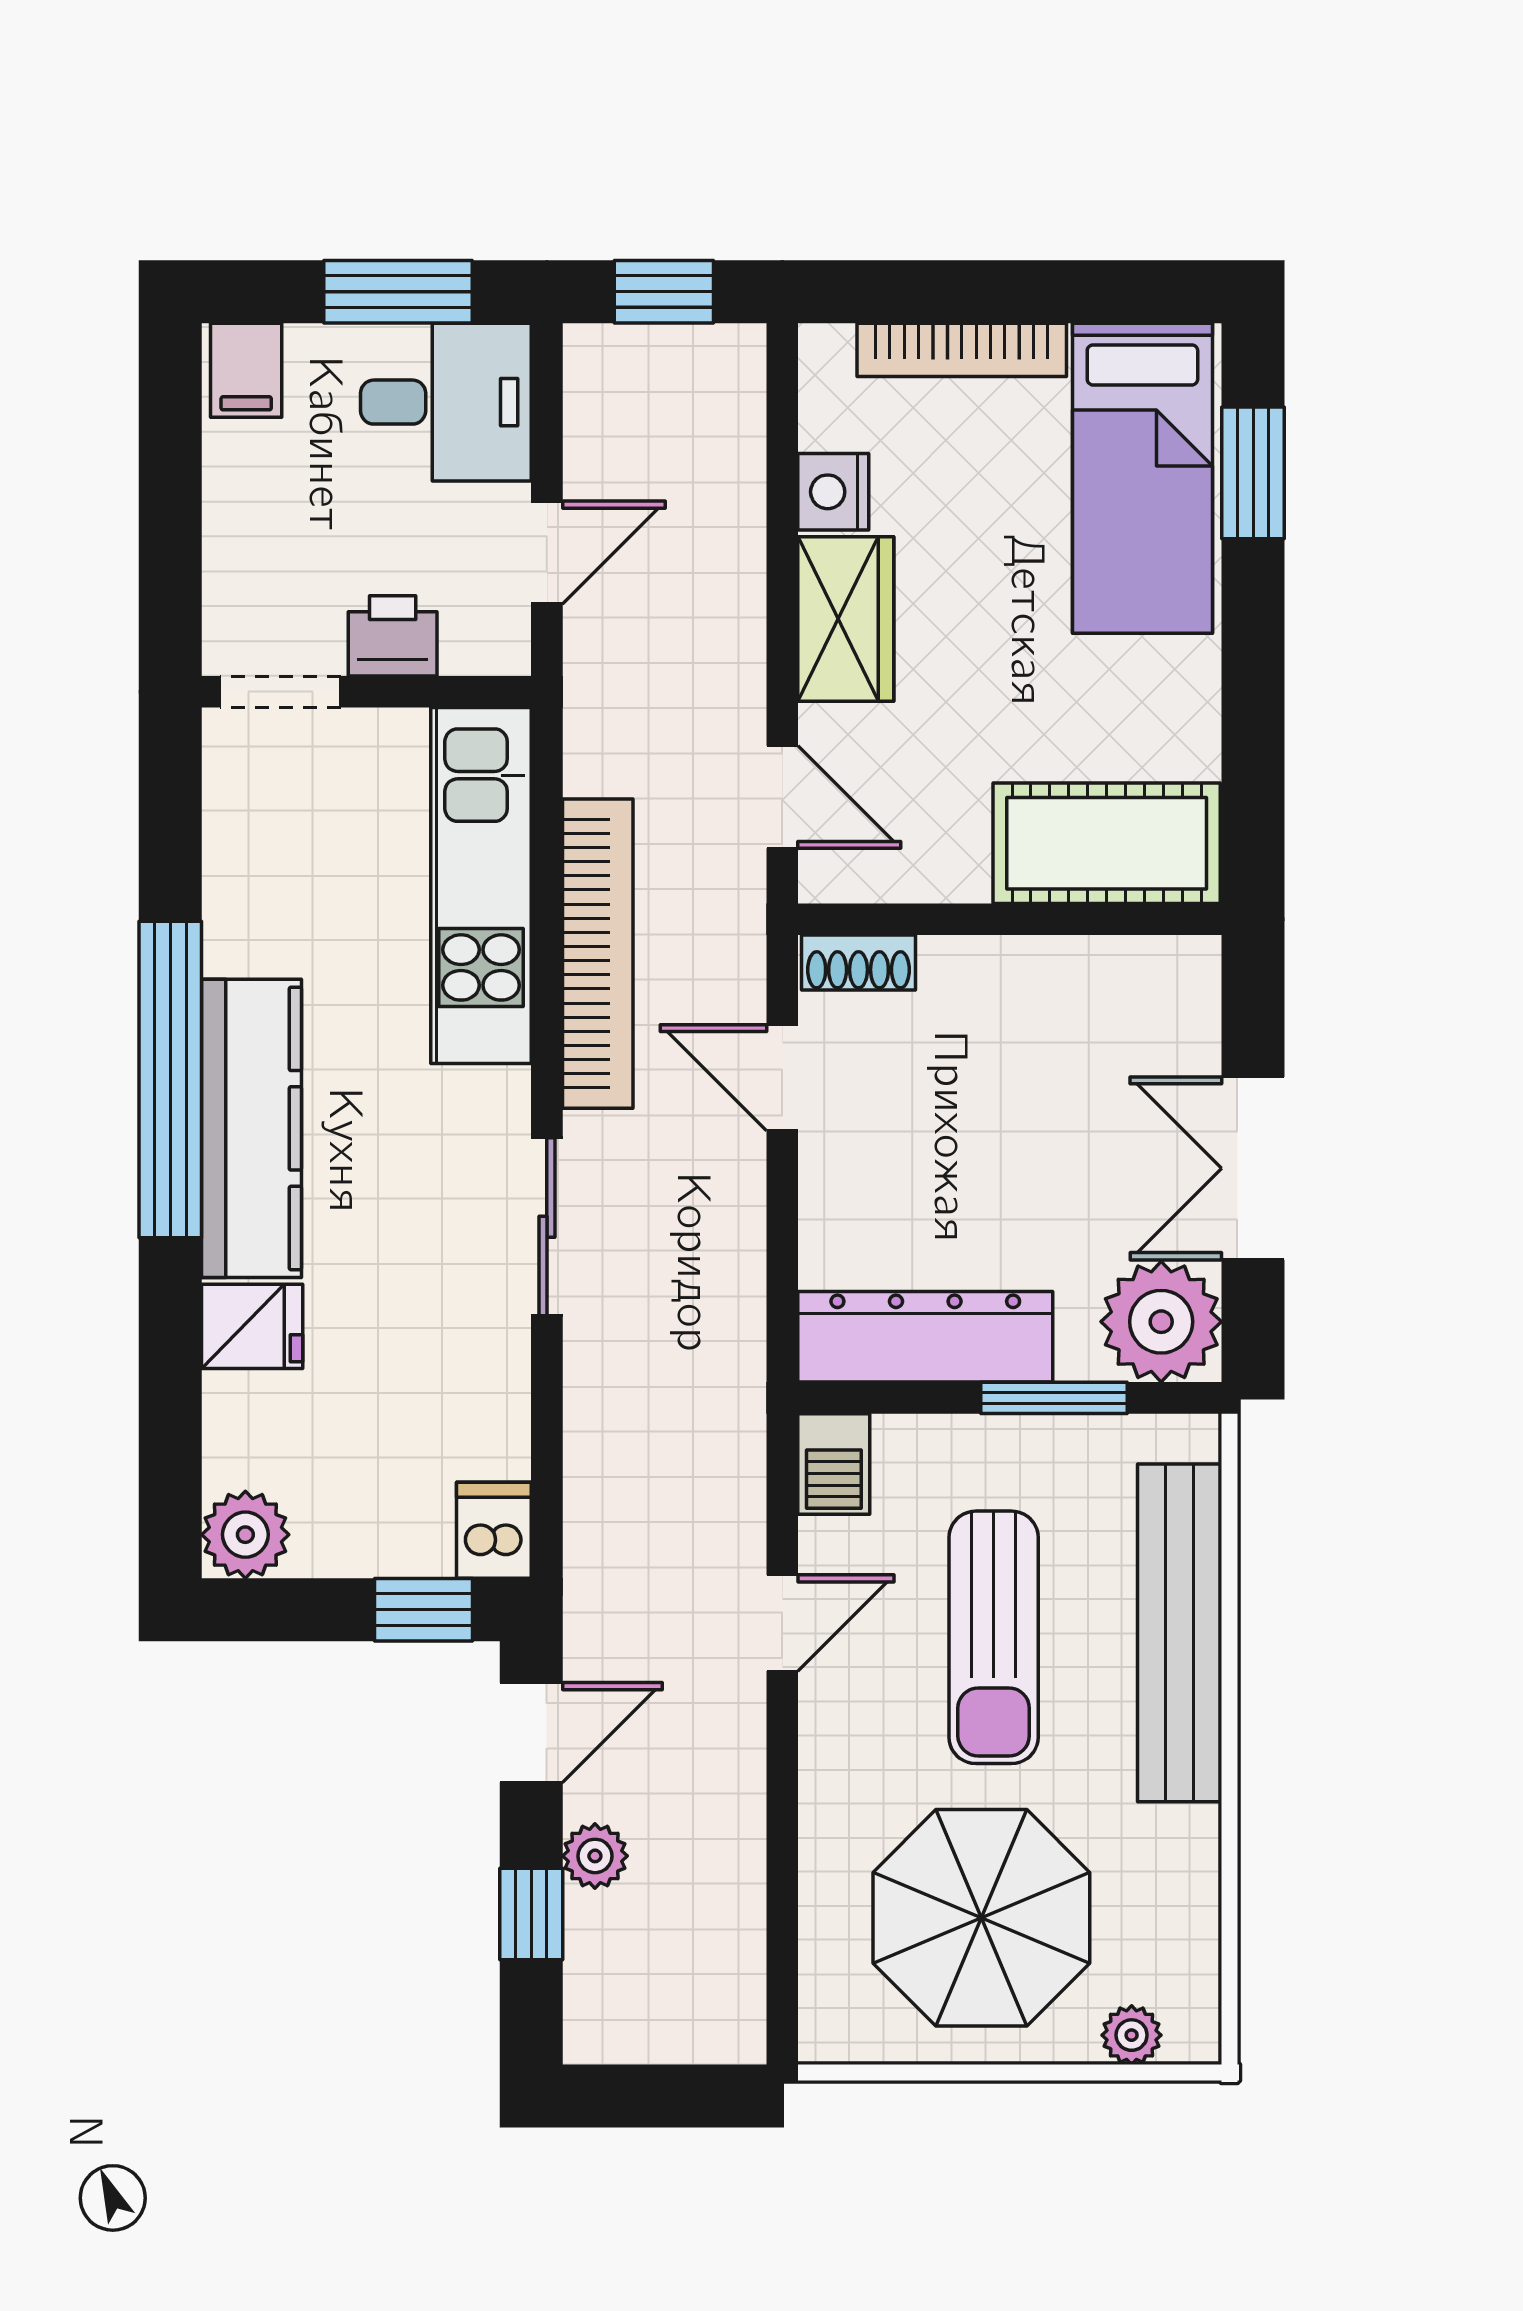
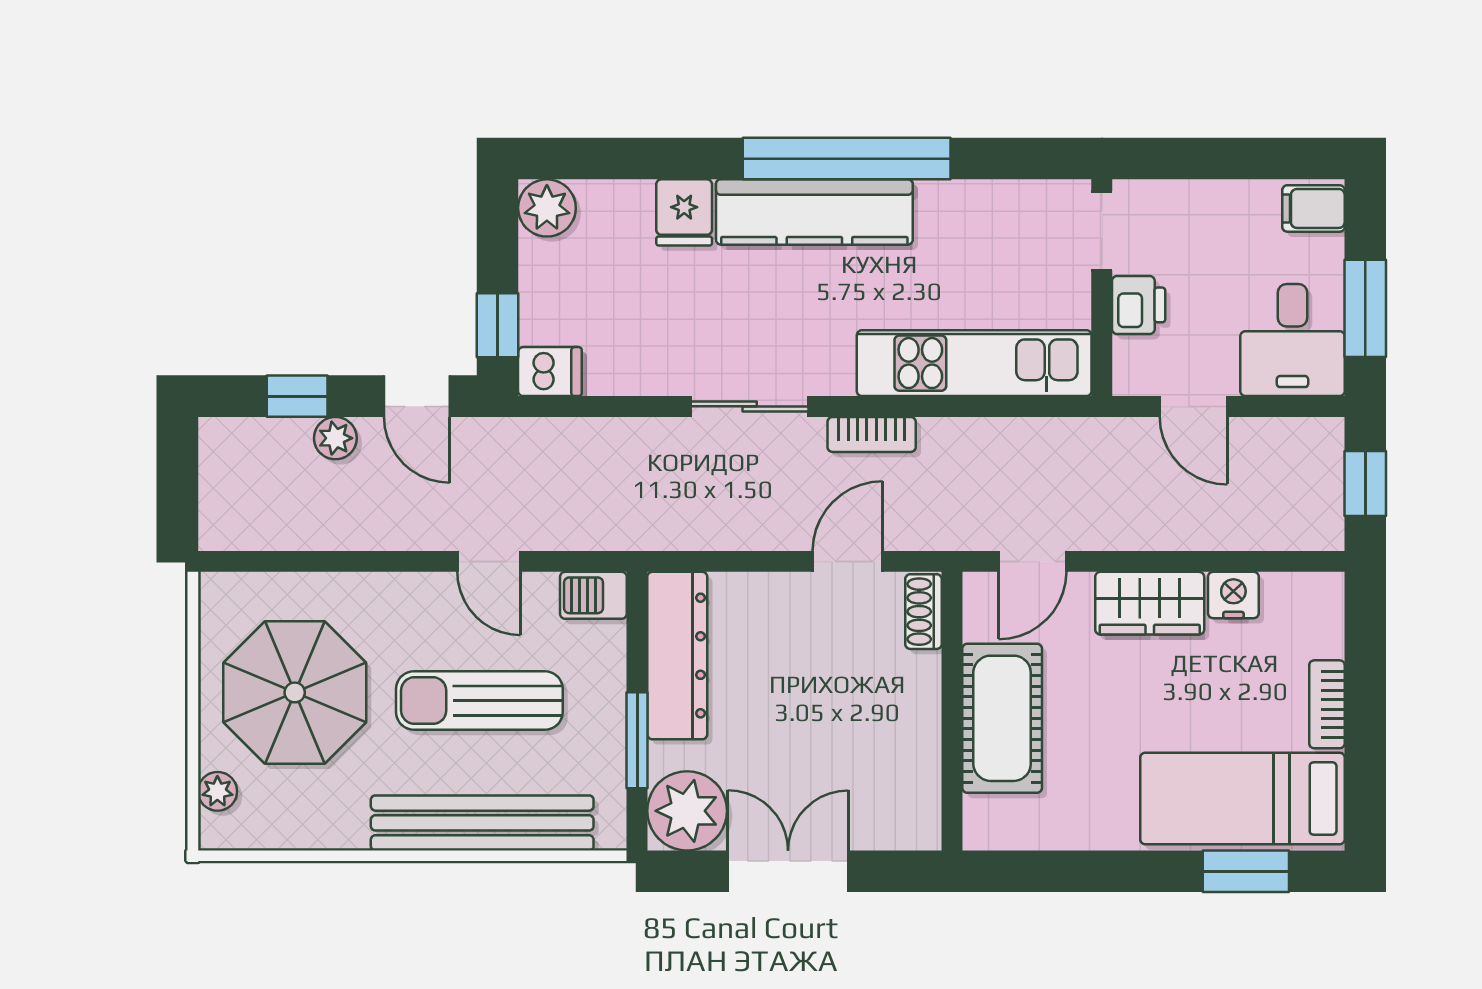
bookcase: (962, 350) -> (1327, 704), width x0.64
cot: (1107, 843) -> (1002, 718), moved
bookcase: (598, 954) -> (872, 434), width x0.43, depth x0.76

